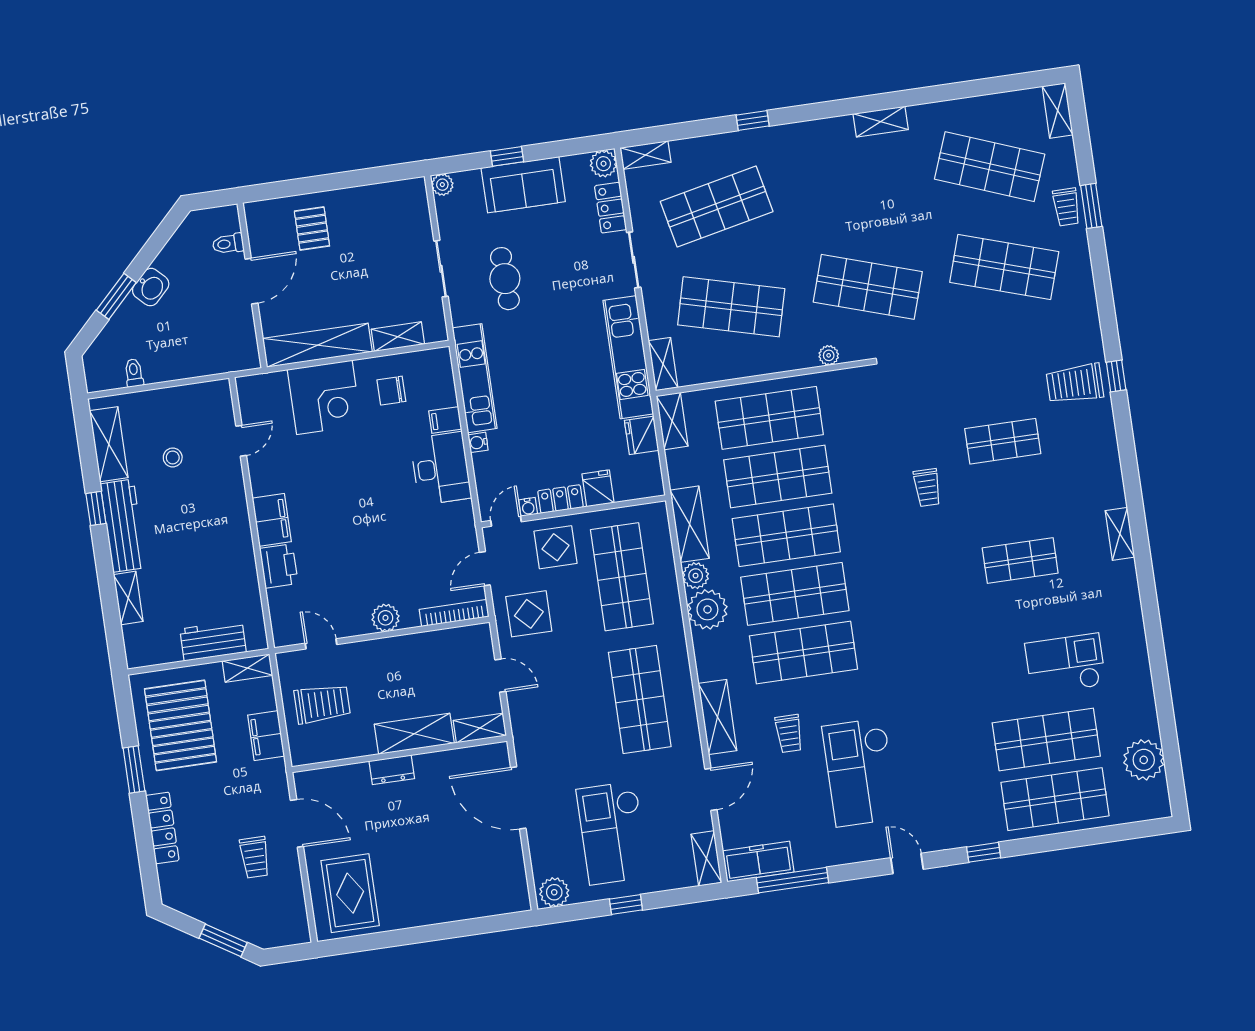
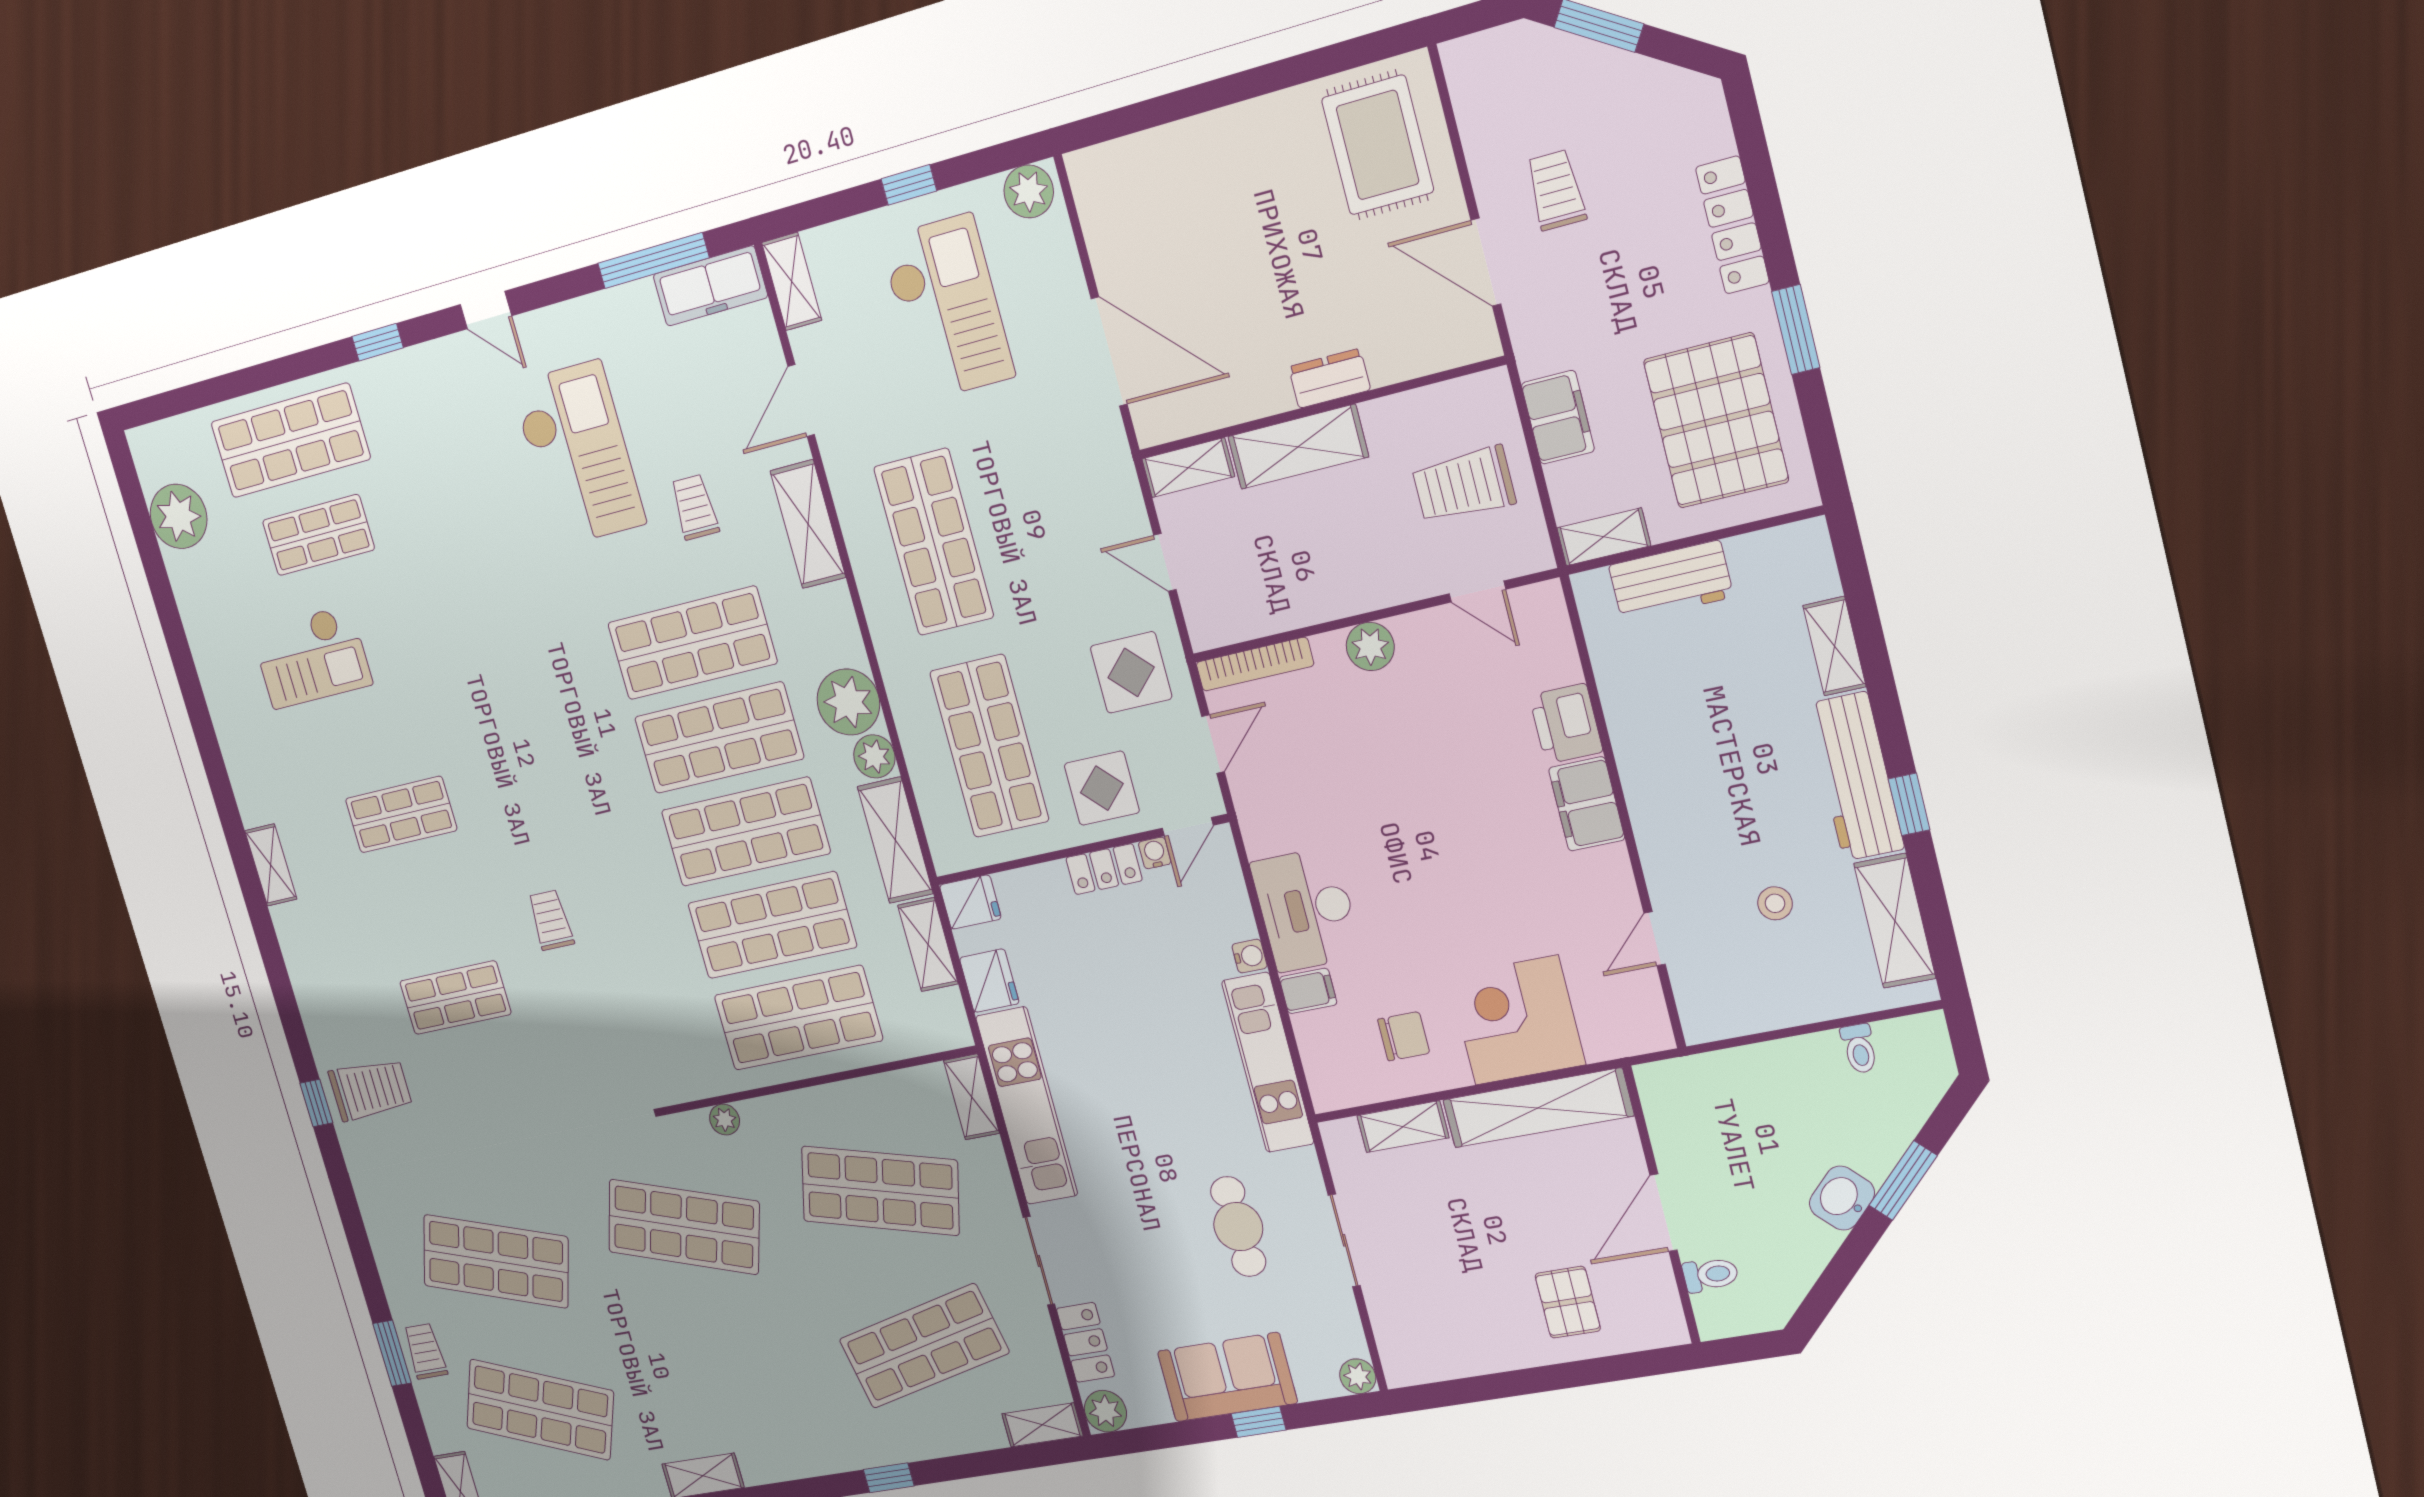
shelving: (672, 421) -> (928, 945), moved
fridge: (598, 488) -> (970, 902), moved, turned -90
shop shelf: (1046, 739) -> (318, 535), width x0.70, depth x0.74

